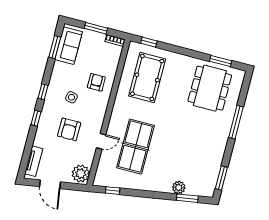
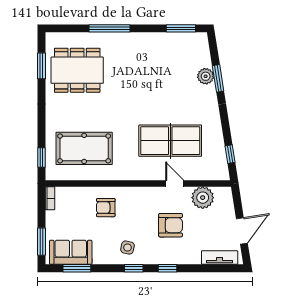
window: (96, 28) -> (41, 242), moved
side table: (71, 97) -> (127, 248), moved
plant: (81, 174) -> (203, 198), moved
window: (187, 198) -> (218, 78), moved

